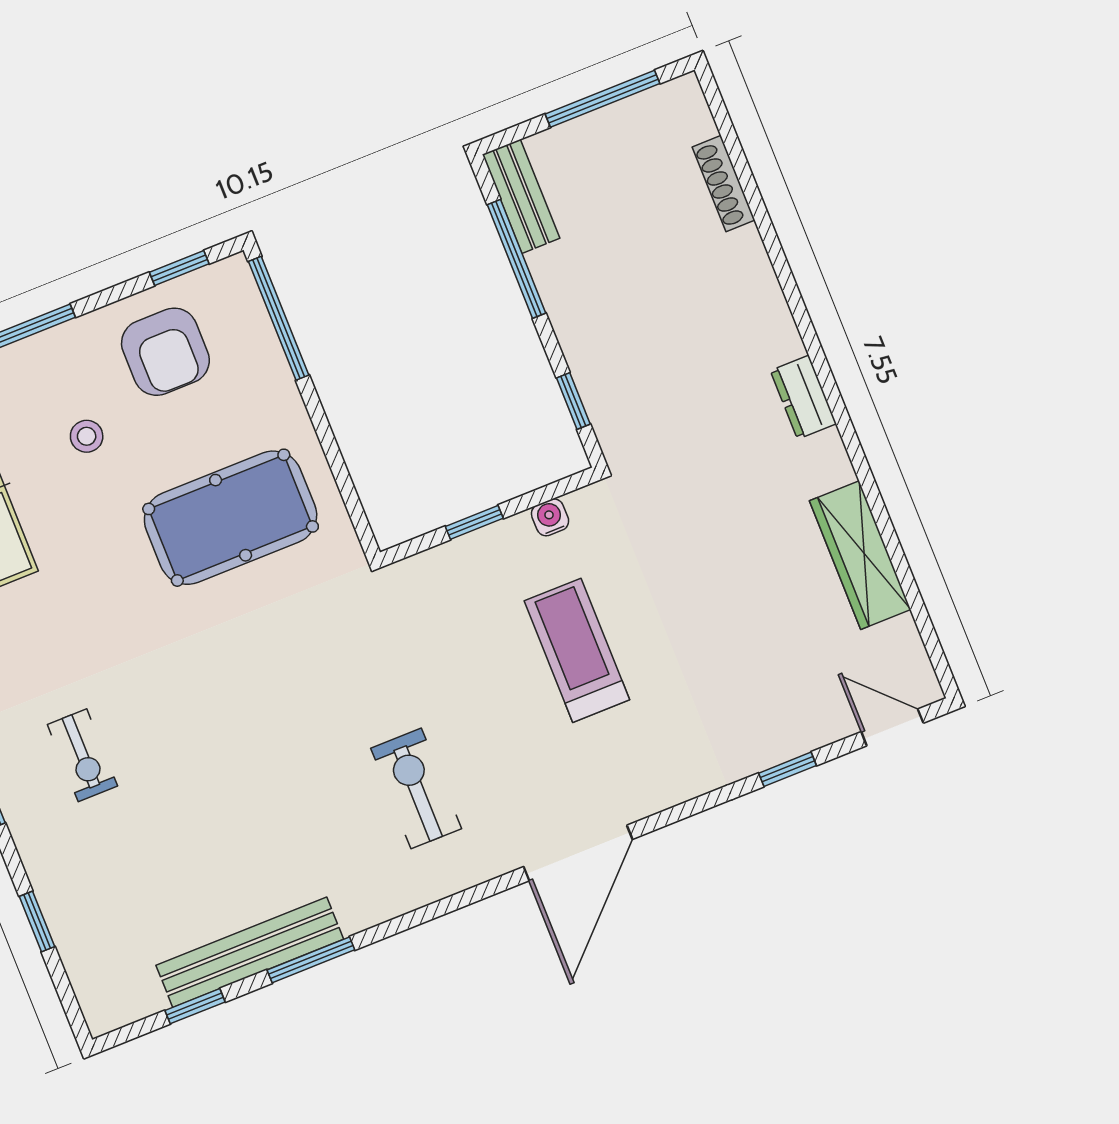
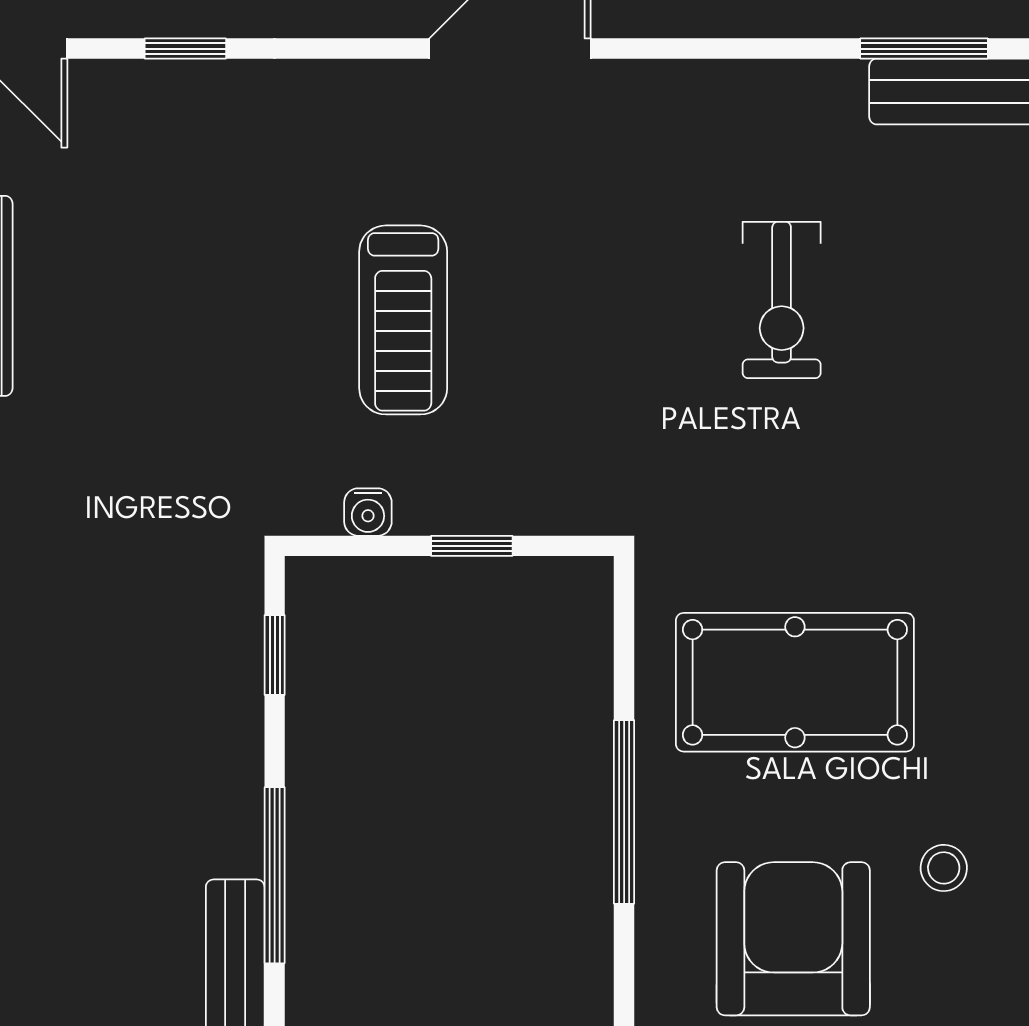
window: (279, 318) -> (624, 812), moved
armchair: (165, 352) -> (793, 939), width x1.36, depth x1.36
exercise bike: (416, 788) -> (782, 300), moved

